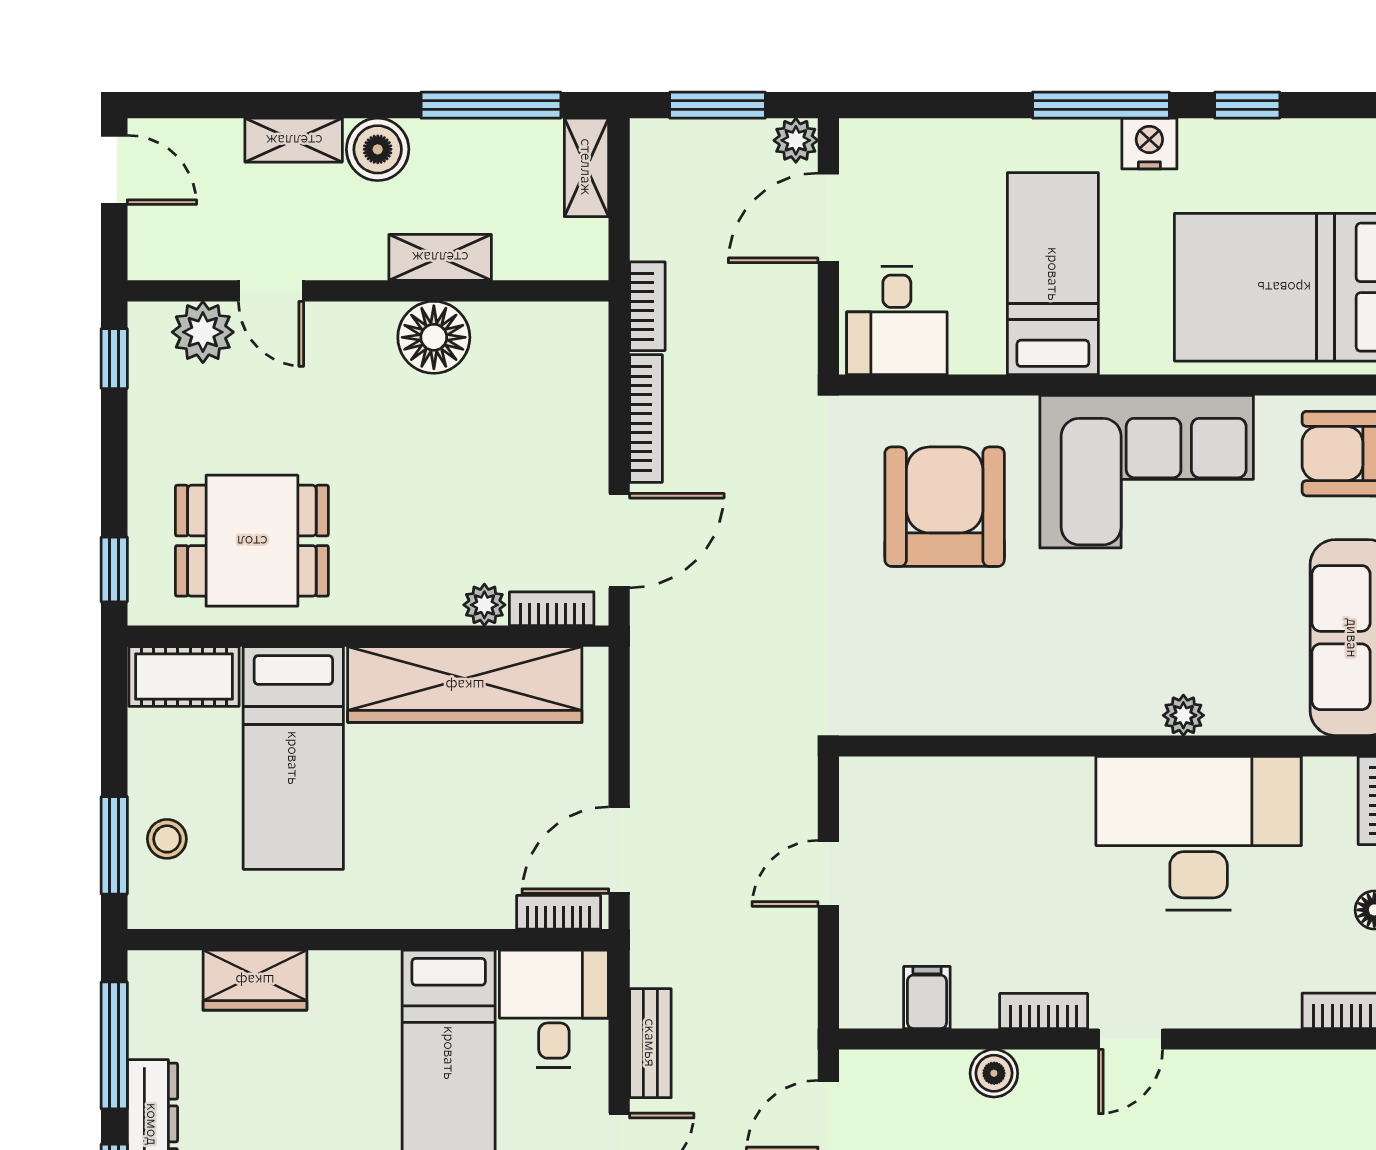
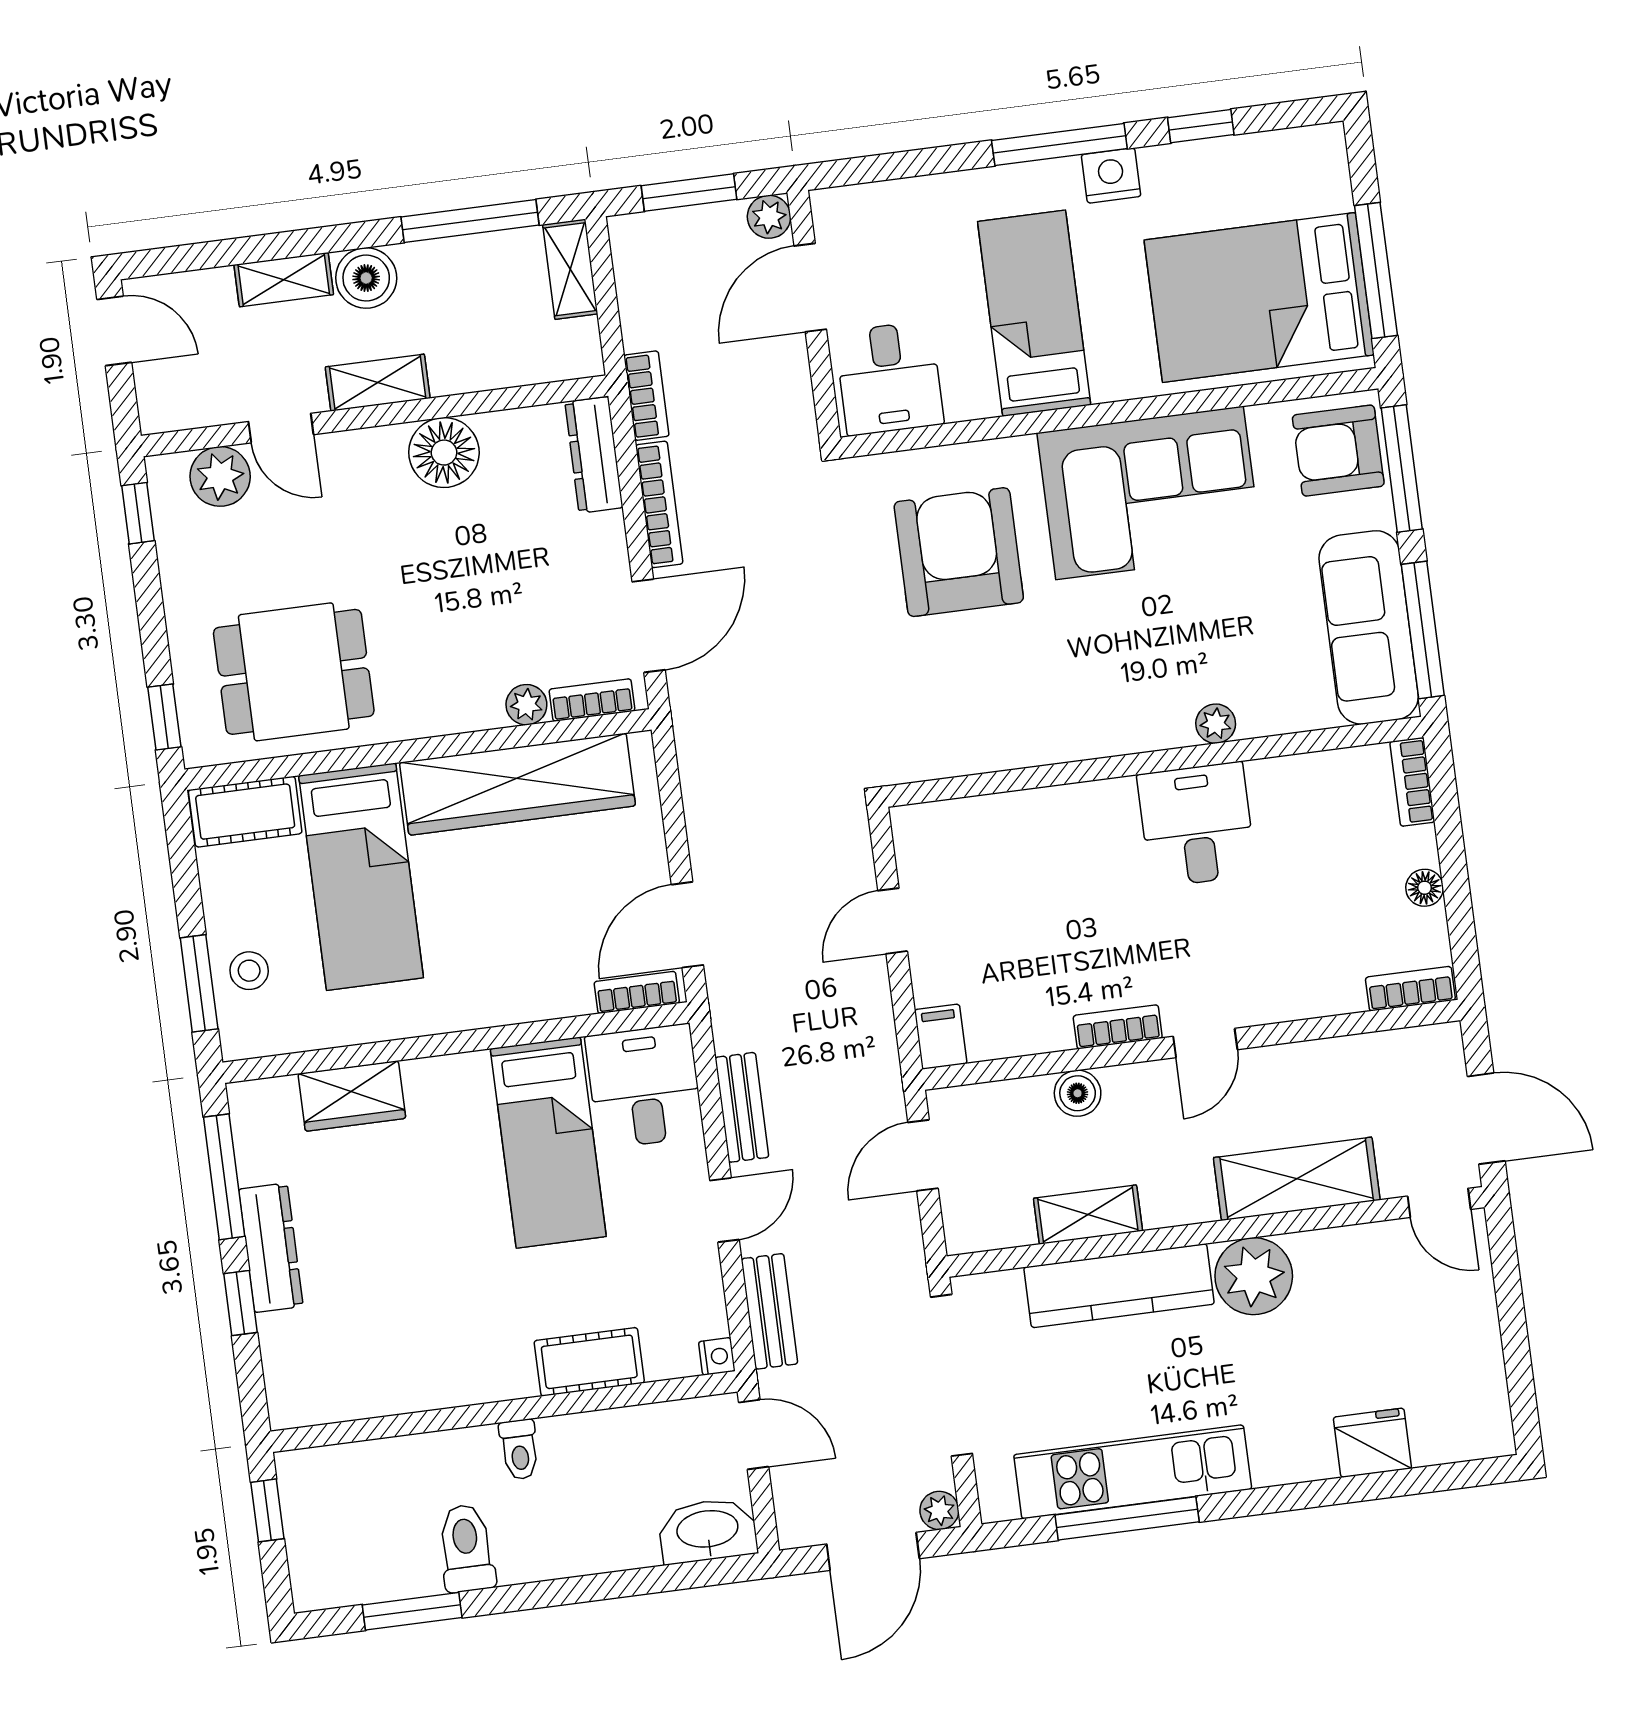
shelving: (440, 257) -> (378, 383), moved
dresser: (586, 359) -> (594, 455), added
desk: (1199, 833) -> (1197, 825), width x0.53, depth x0.77
filing cabinet: (927, 997) -> (941, 1037), moved

